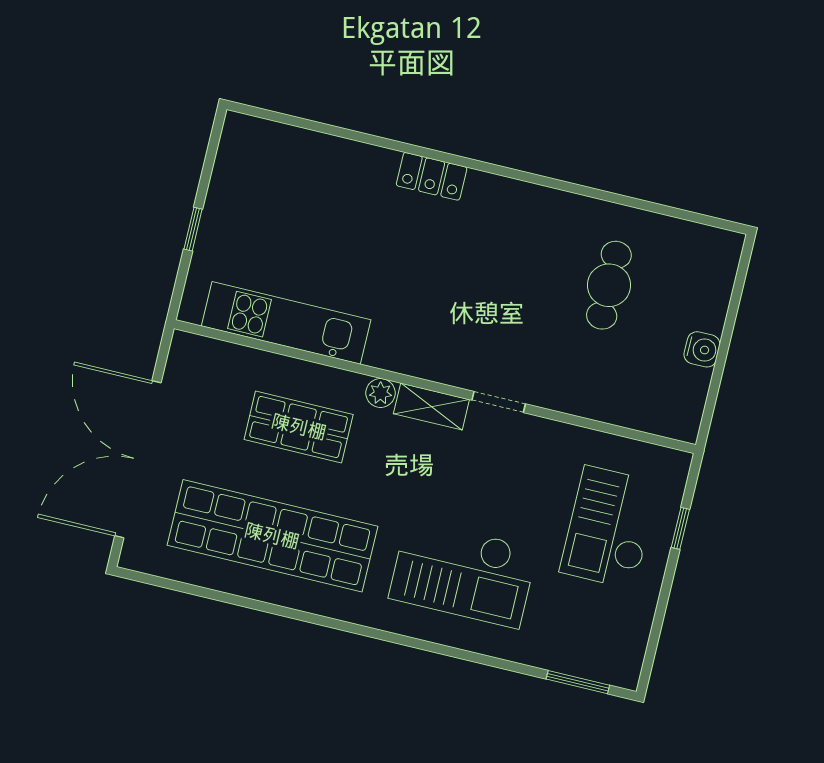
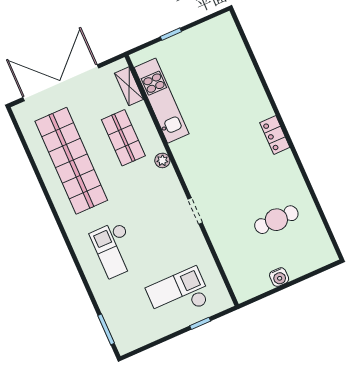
locker: (432, 176) -> (275, 135), moved
shelving: (431, 407) -> (129, 86), moved
checkout: (463, 573) -> (115, 249), width x0.73, depth x0.83

